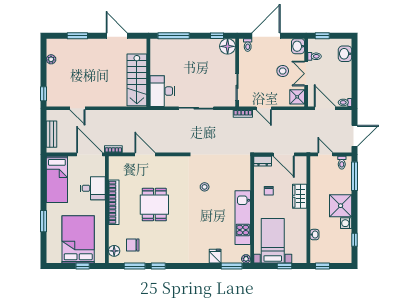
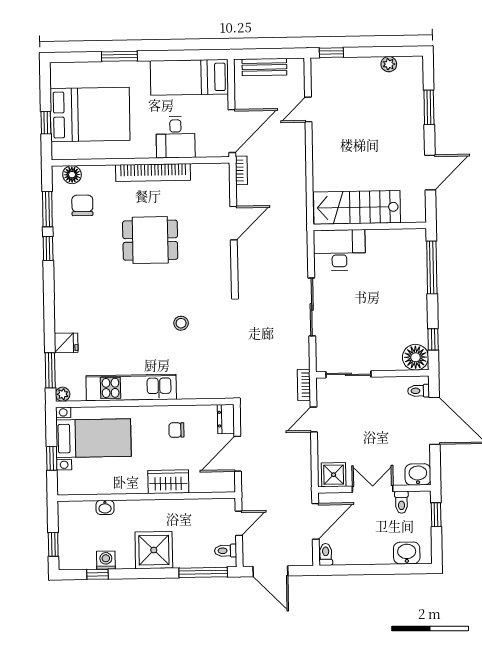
stool: (283, 71) -> (376, 450), removed
washing machine: (346, 223) -> (106, 560), moved
window: (323, 266) -> (53, 544), moved

